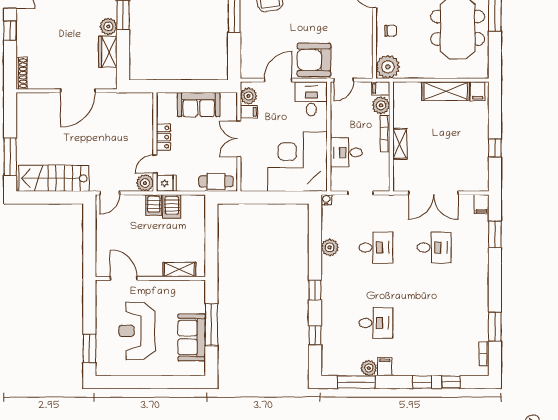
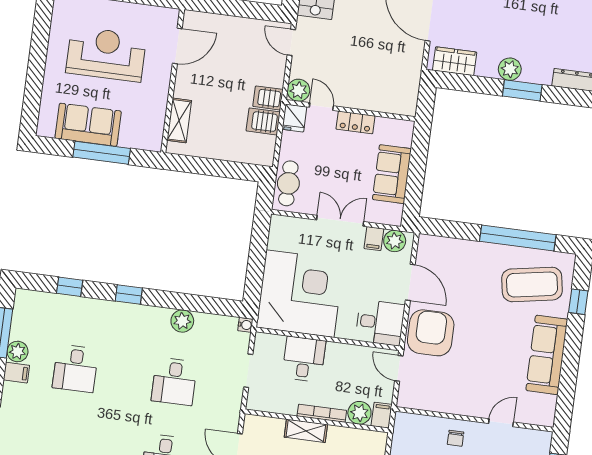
wardrobe: (108, 52) -> (455, 61), moved
plant: (388, 67) -> (409, 428), removed

